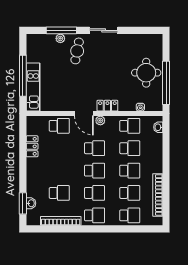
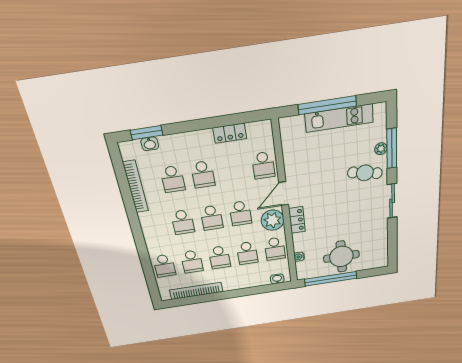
kitchen unit: (33, 87) -> (339, 118), moved
plant: (100, 120) -> (273, 220), width x1.88, depth x1.88
school desk: (94, 215) -> (203, 174), moved

